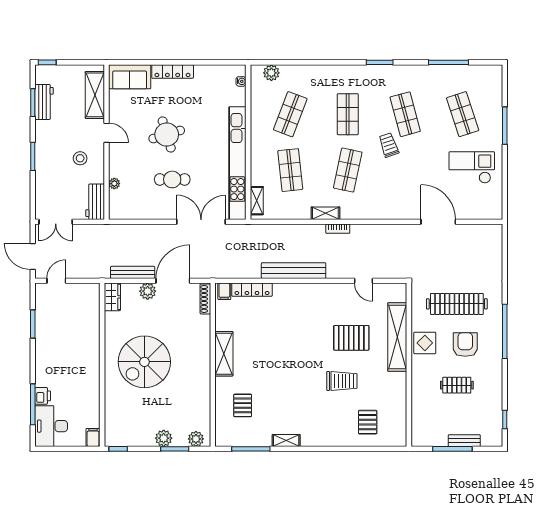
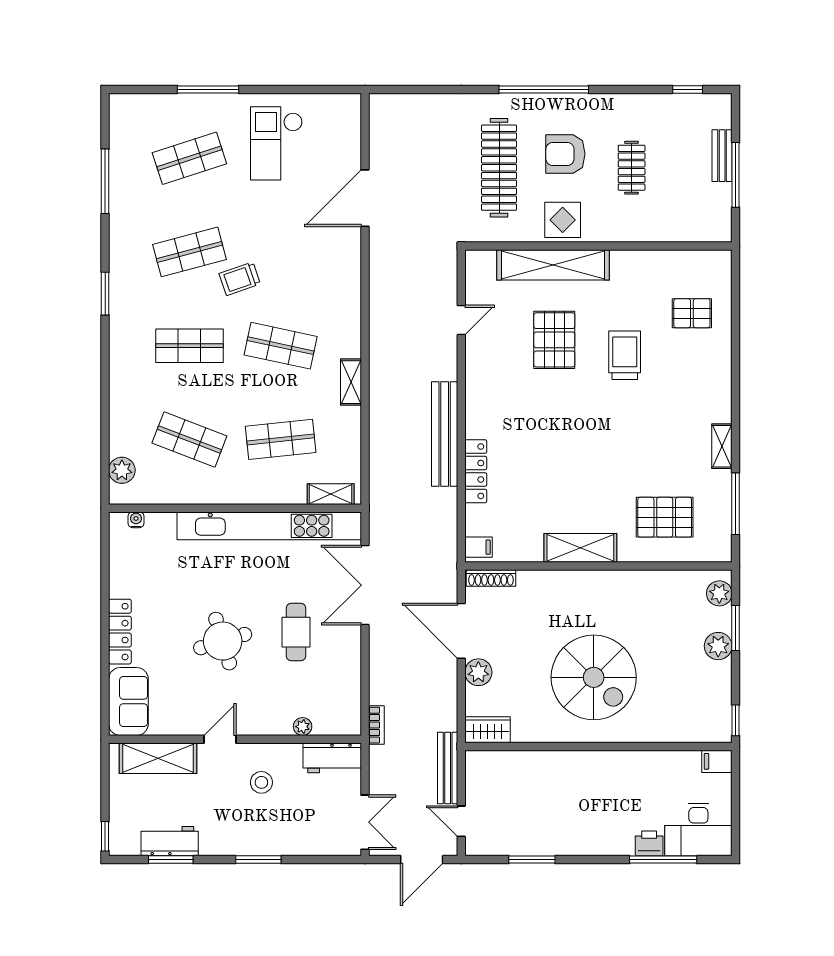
bookcase: (338, 229) -> (376, 725), moved
bench: (133, 272) -> (448, 768), moved
locker: (252, 290) -> (476, 471), moved
pallet: (243, 405) -> (665, 517), width x1.50, depth x1.42

